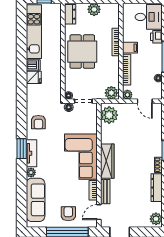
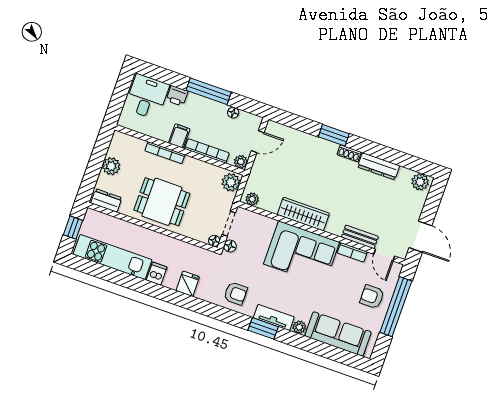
fridge: (34, 77) -> (188, 284), moved
plant: (109, 115) -> (252, 199), width x0.53, depth x0.53
wardrobe: (107, 161) -> (303, 214), moved

